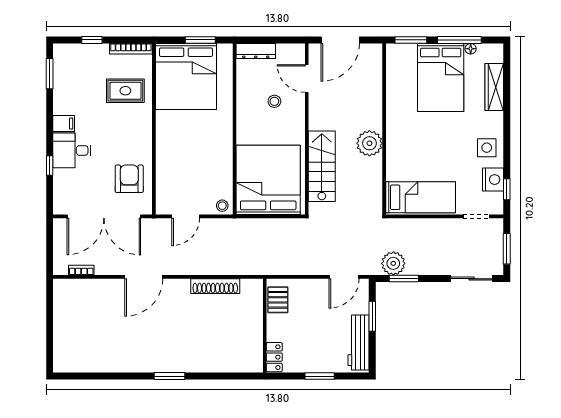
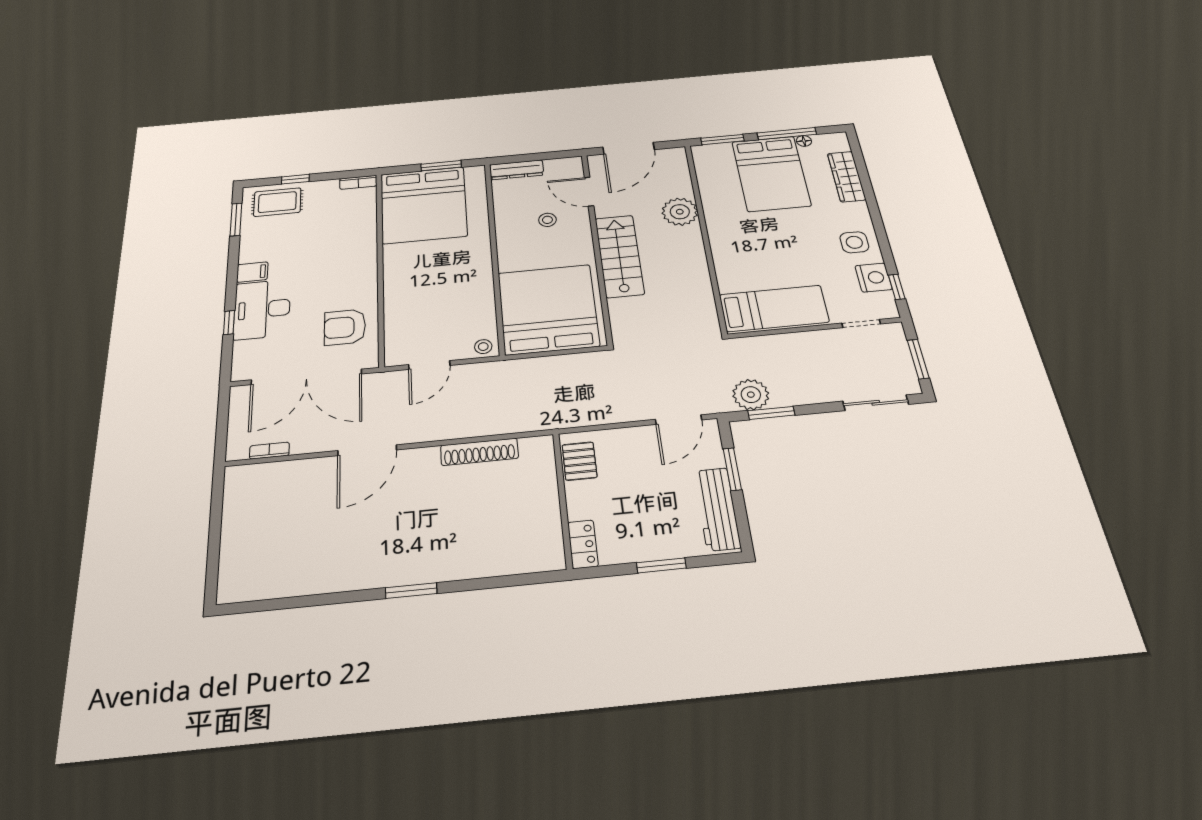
bookcase: (131, 49) -> (358, 182), width x0.64
rug: (125, 91) -> (277, 202), moved
plant: (369, 143) -> (680, 212), moved
desk: (72, 150) -> (262, 309), width x1.37
stairs: (322, 166) -> (619, 256), moved
armchair: (129, 179) -> (345, 327), turned -90

